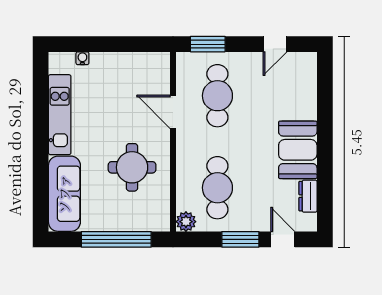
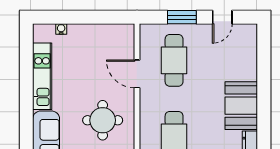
window: (208, 44) -> (182, 17), moved

